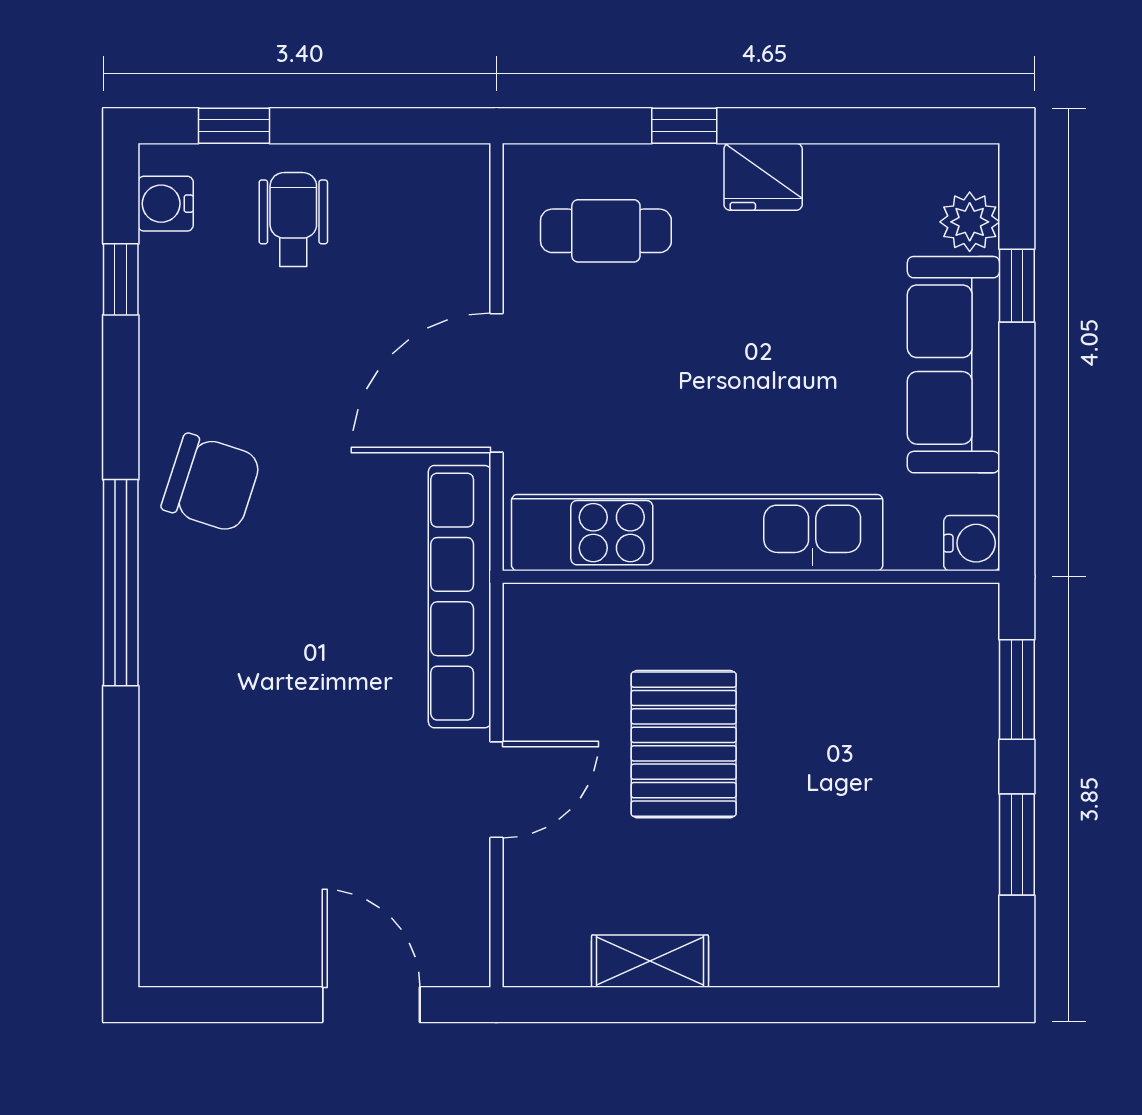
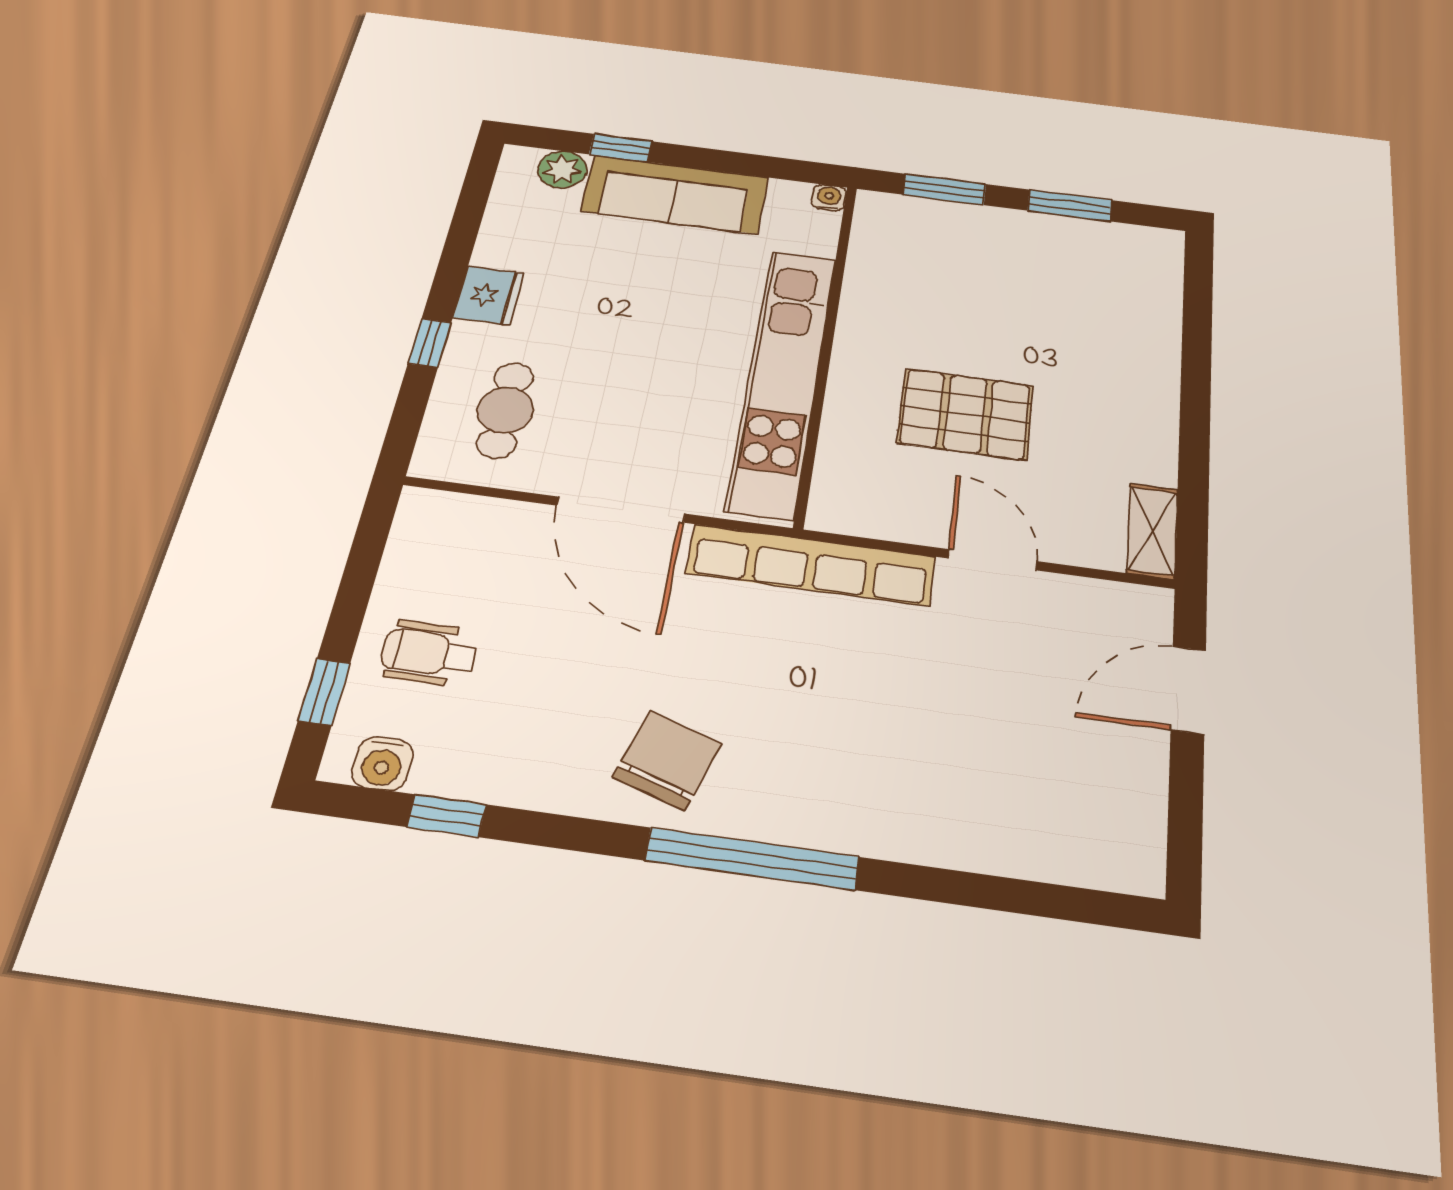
water cooler: (972, 543) -> (829, 198), width x0.72, depth x0.72
shelving: (650, 961) -> (1152, 531), moved

